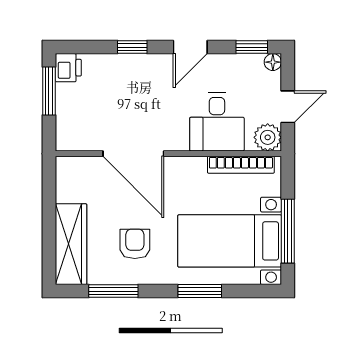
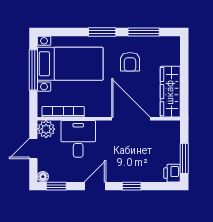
wardrobe: (71, 244) -> (170, 92), moved
window: (200, 291) -> (102, 32), moved

